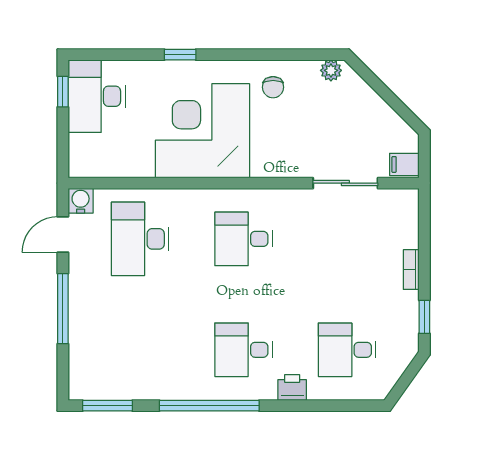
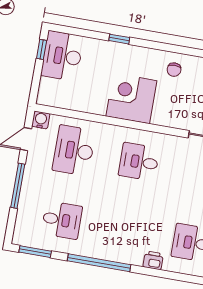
corner desk: (202, 131) -> (131, 98), width x0.74, depth x0.74
desk: (244, 350) -> (62, 220), moved, turned 180

